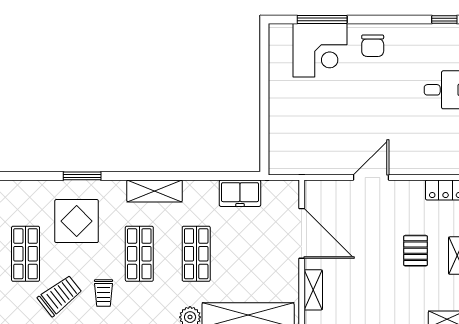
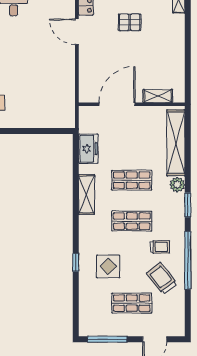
window: (82, 176) -> (76, 262), width x0.67
door: (371, 178) -> (77, 32), moved
shelving: (155, 191) -> (87, 194), moved
display table: (77, 221) -> (108, 266), width x0.73, depth x0.73

